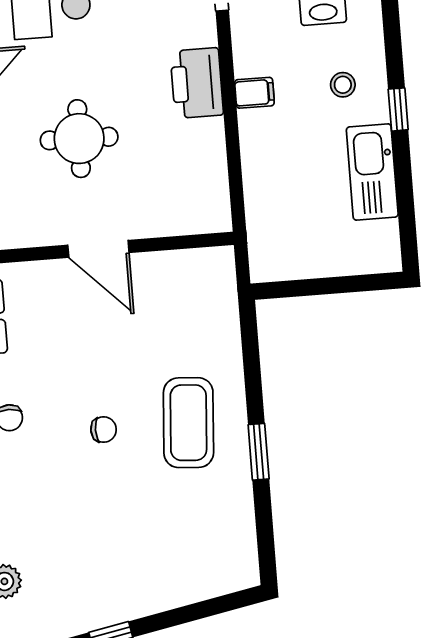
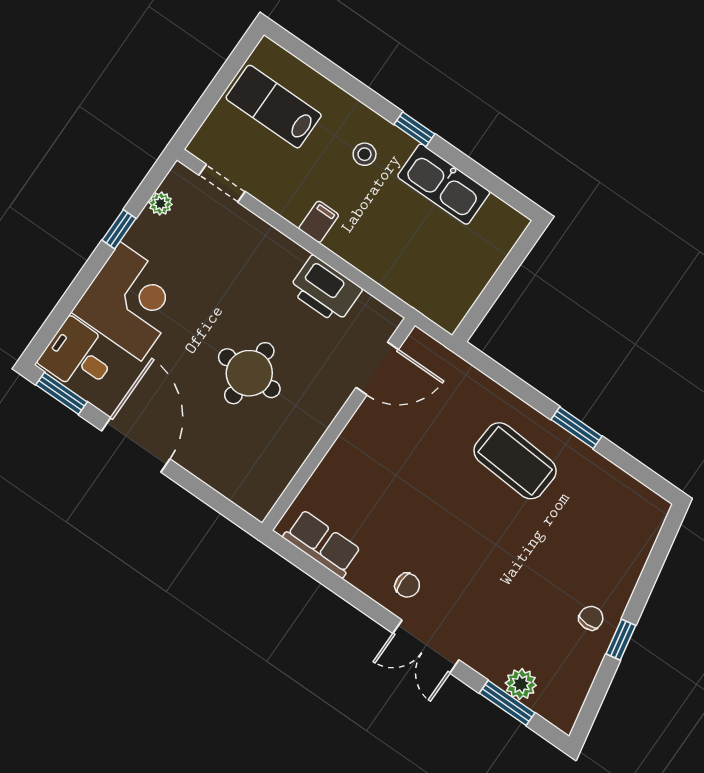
printer: (197, 83) -> (325, 290), moved
door: (98, 249) -> (377, 369), moved
chair: (104, 430) -> (591, 618), moved

